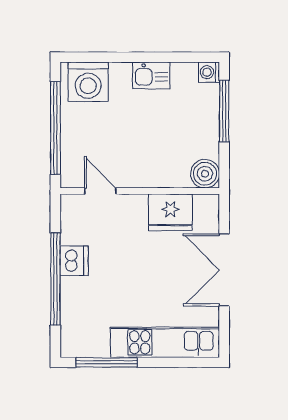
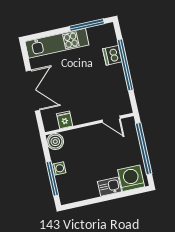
washing machine: (209, 72) -> (59, 168), moved
kitchen sink: (151, 75) -> (109, 187), moved
fridge: (170, 212) -> (65, 120), width x0.53, depth x0.75
dishwasher: (74, 261) -> (112, 55), moved

